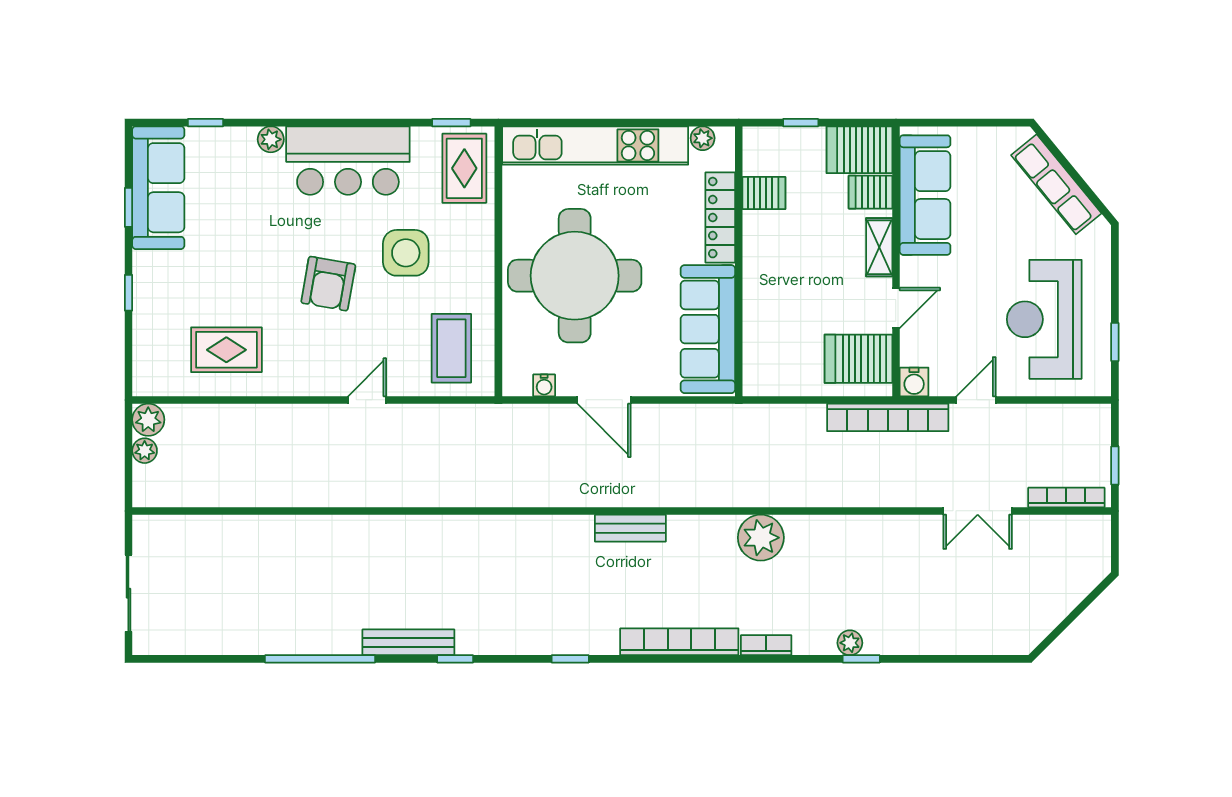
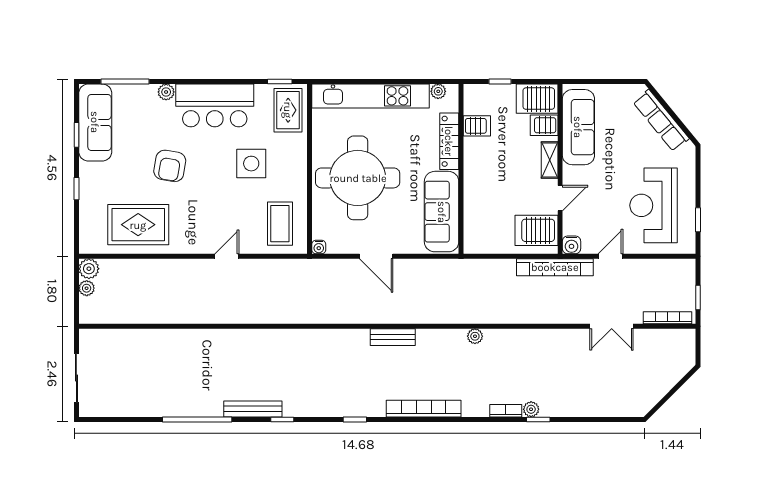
window: (205, 123) -> (125, 81), width x2.17
armchair: (328, 284) -> (170, 166), moved
rug: (226, 350) -> (138, 225), width x1.36, depth x1.43
water cooler: (544, 385) -> (319, 247), moved
plant: (761, 538) -> (475, 336), width x0.53, depth x0.53
bookcase: (766, 645) -> (506, 411), moved

